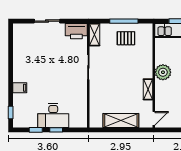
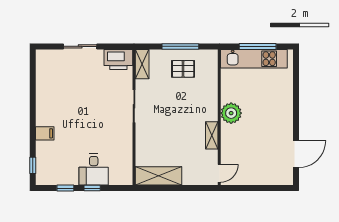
desk: (53, 116) -> (94, 170), width x0.73
shelving: (121, 121) -> (159, 176), moved

